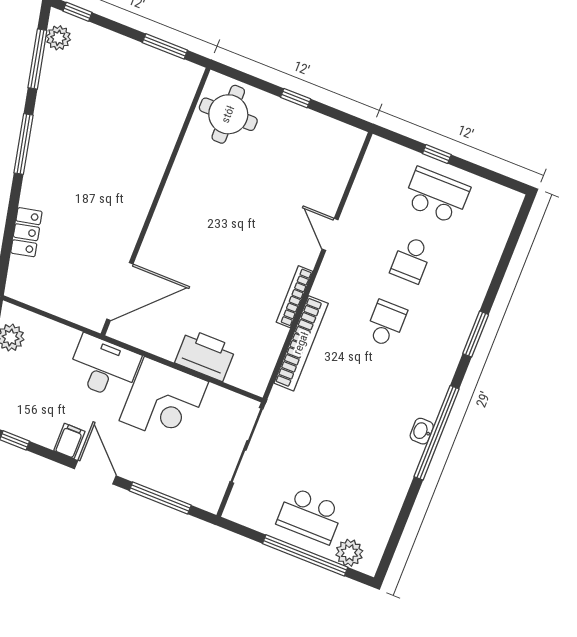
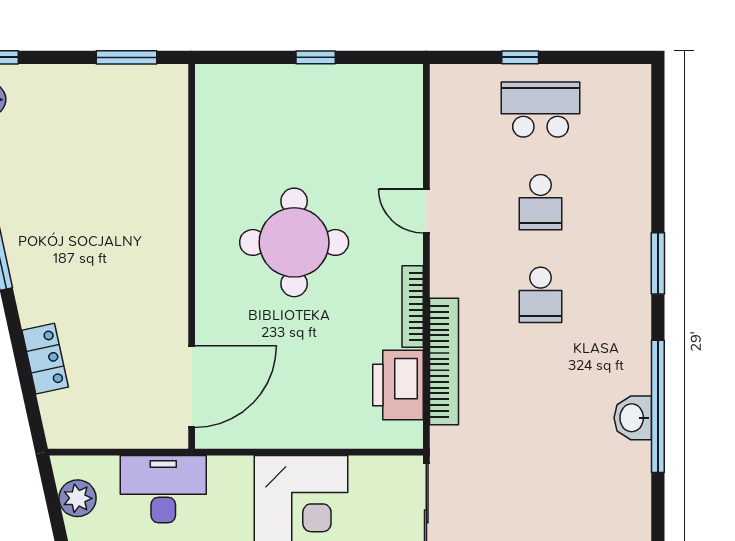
round table: (228, 114) -> (294, 242), moved, width x1.36, depth x1.36
school desk: (386, 324) -> (541, 295), turned 180
printer: (205, 355) -> (398, 385), moved, turned -90
desk: (104, 367) -> (163, 489), moved
washbasin: (422, 431) -> (633, 418), width x1.38, depth x1.45

